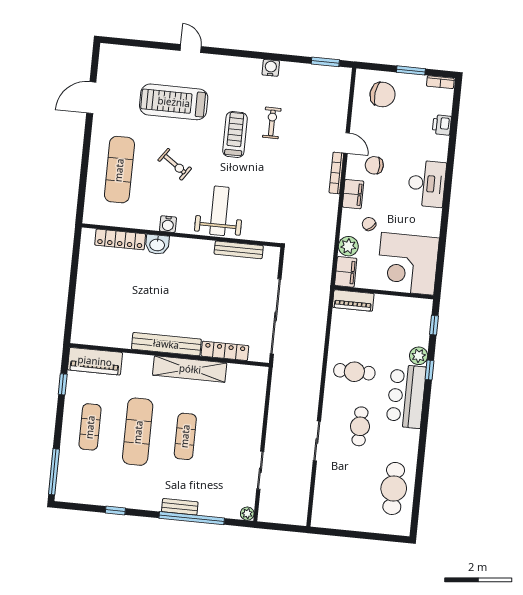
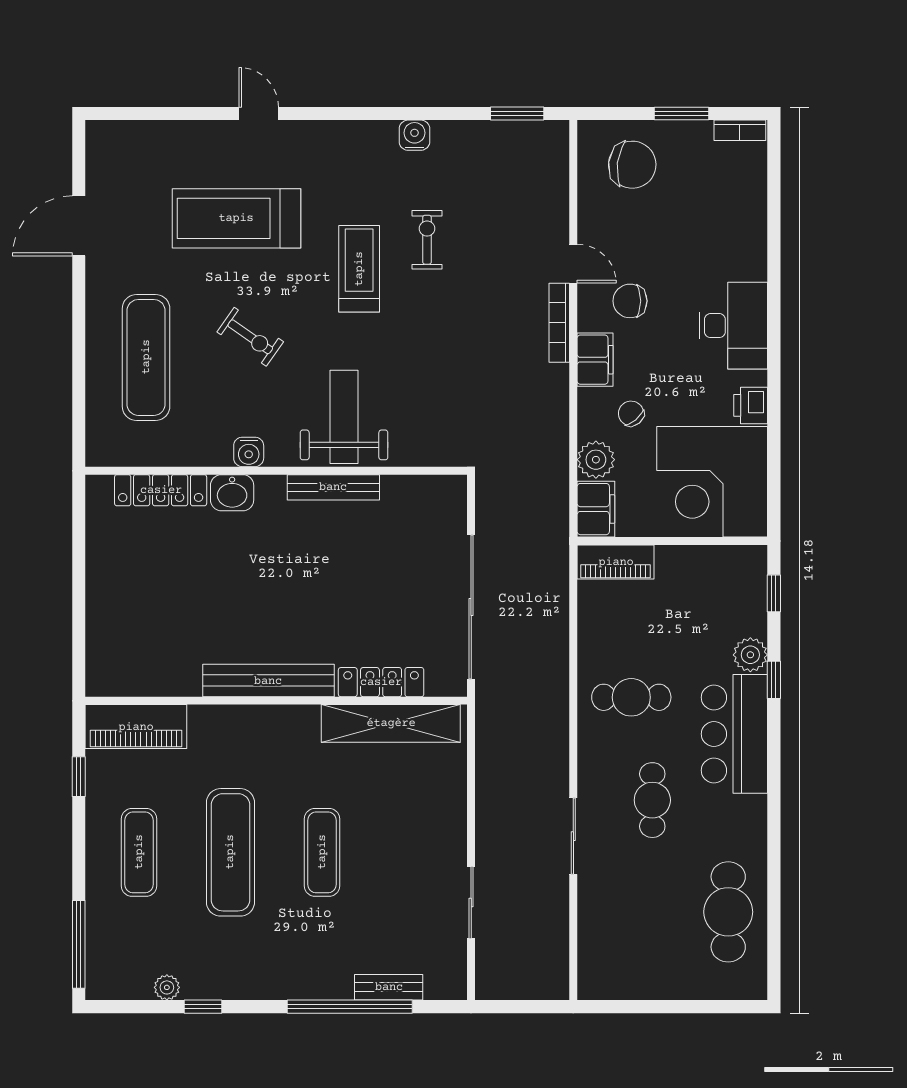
printer: (442, 125) -> (751, 405), moved
bench: (239, 250) -> (333, 487), moved
shelving: (190, 369) -> (391, 723), moved
bench: (180, 507) -> (389, 987), moved
plant: (247, 514) -> (167, 987), moved

